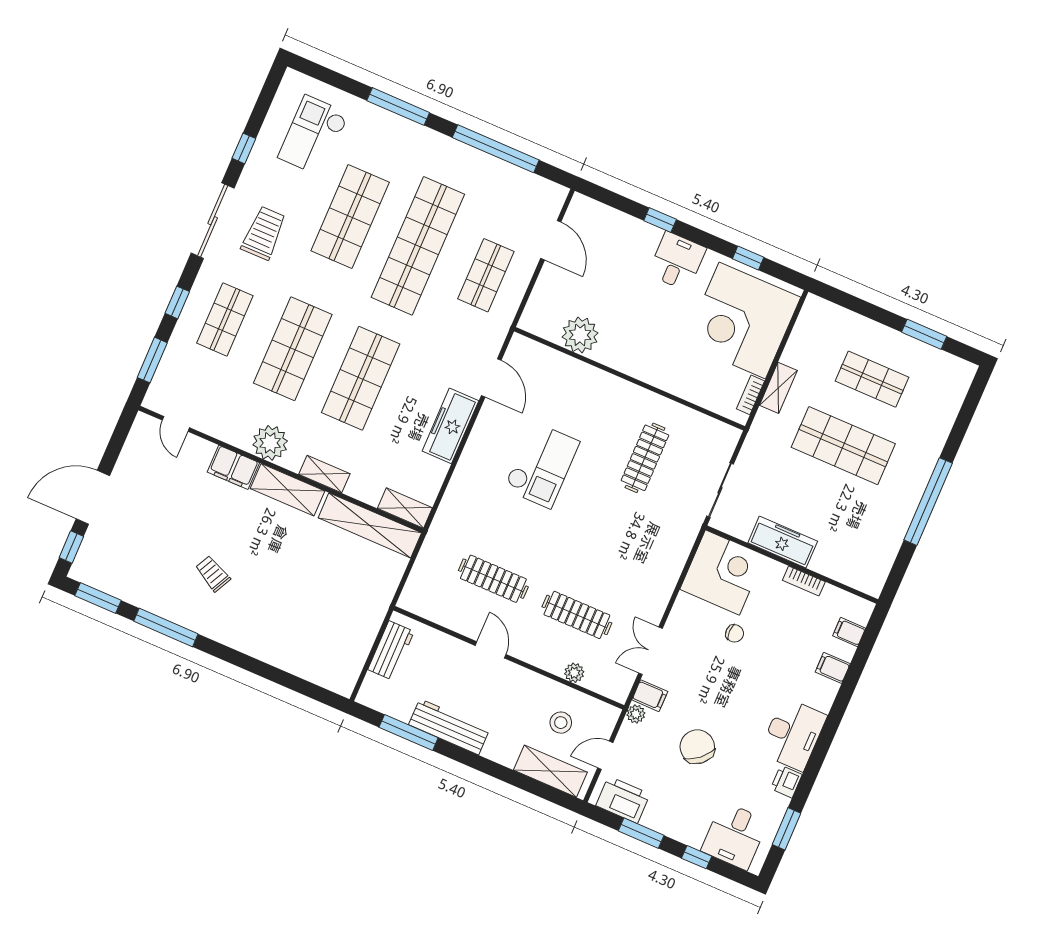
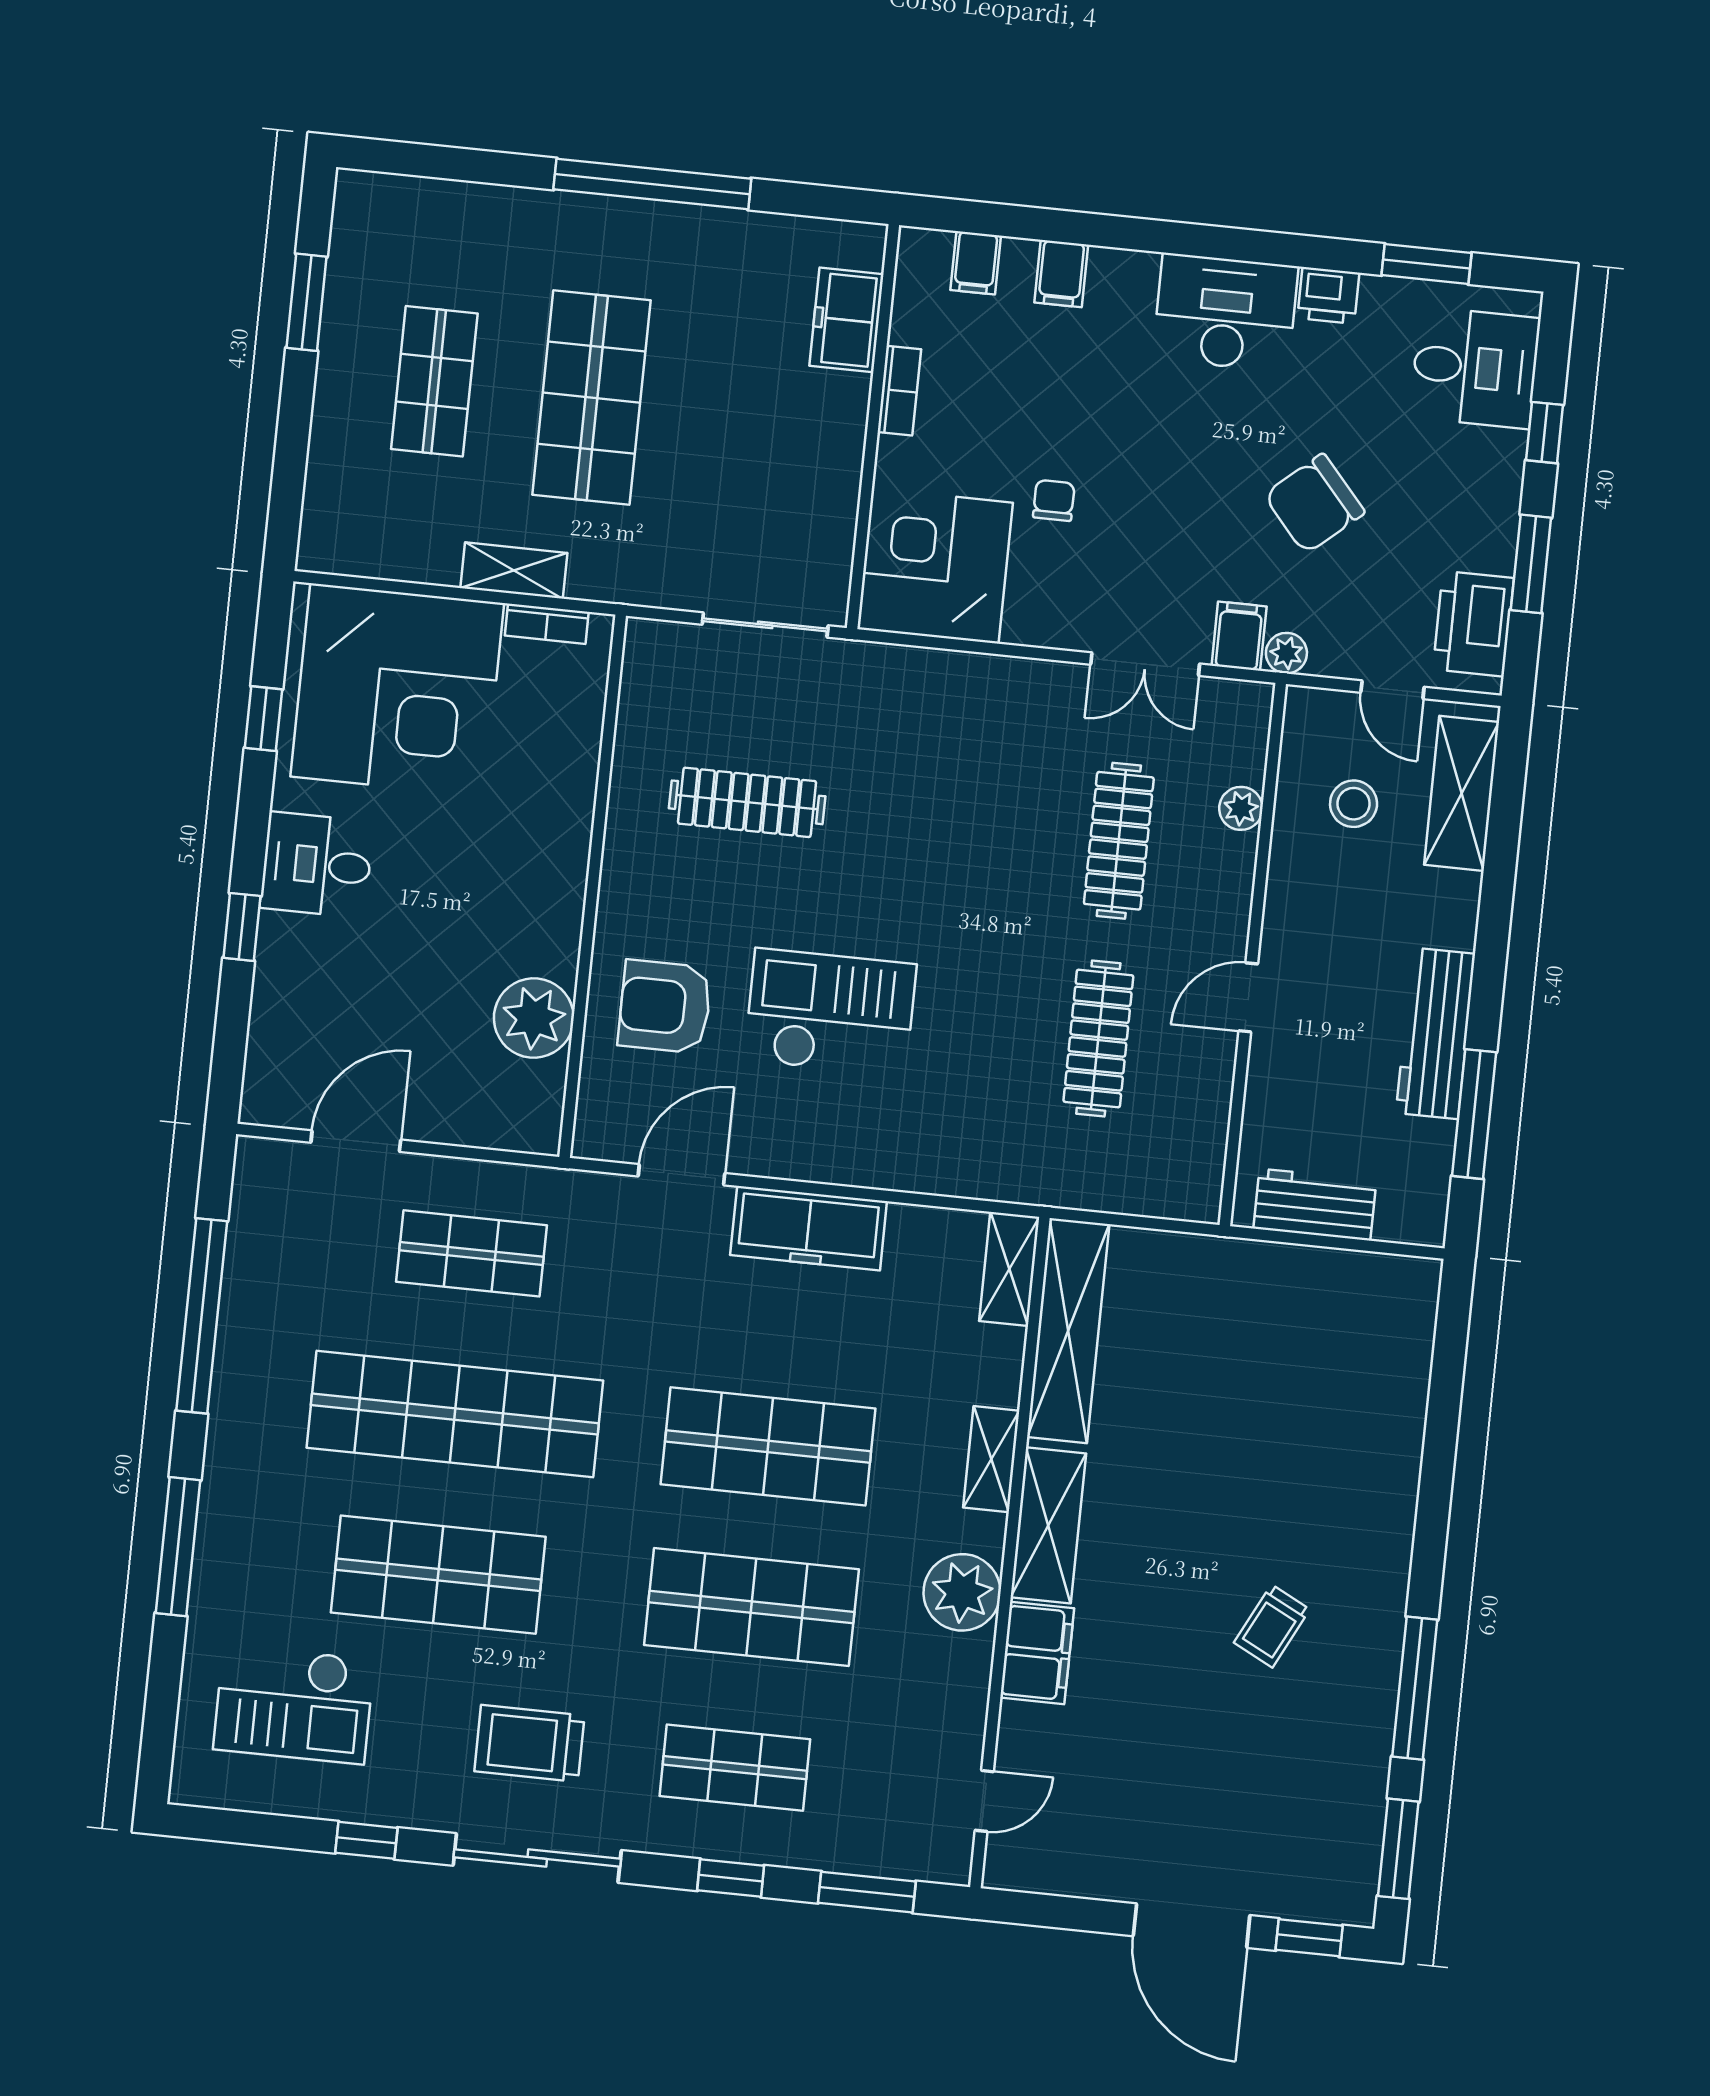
armchair: (567, 394) -> (665, 1007), added
freezer: (783, 542) -> (846, 320), moved, width x0.71

